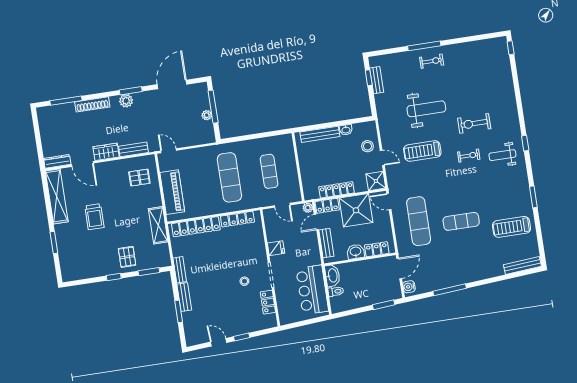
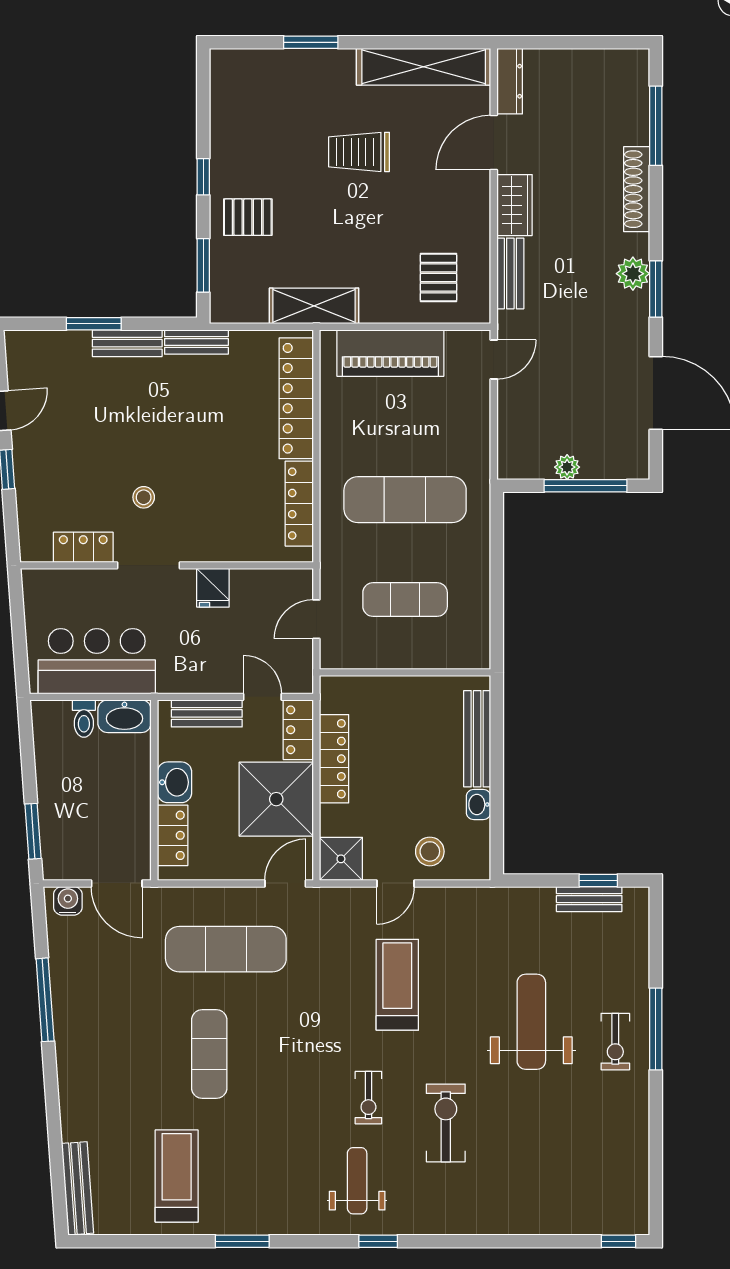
weight bench: (426, 109) -> (531, 1022), moved, turned 180
plant: (308, 208) -> (301, 681), removed

